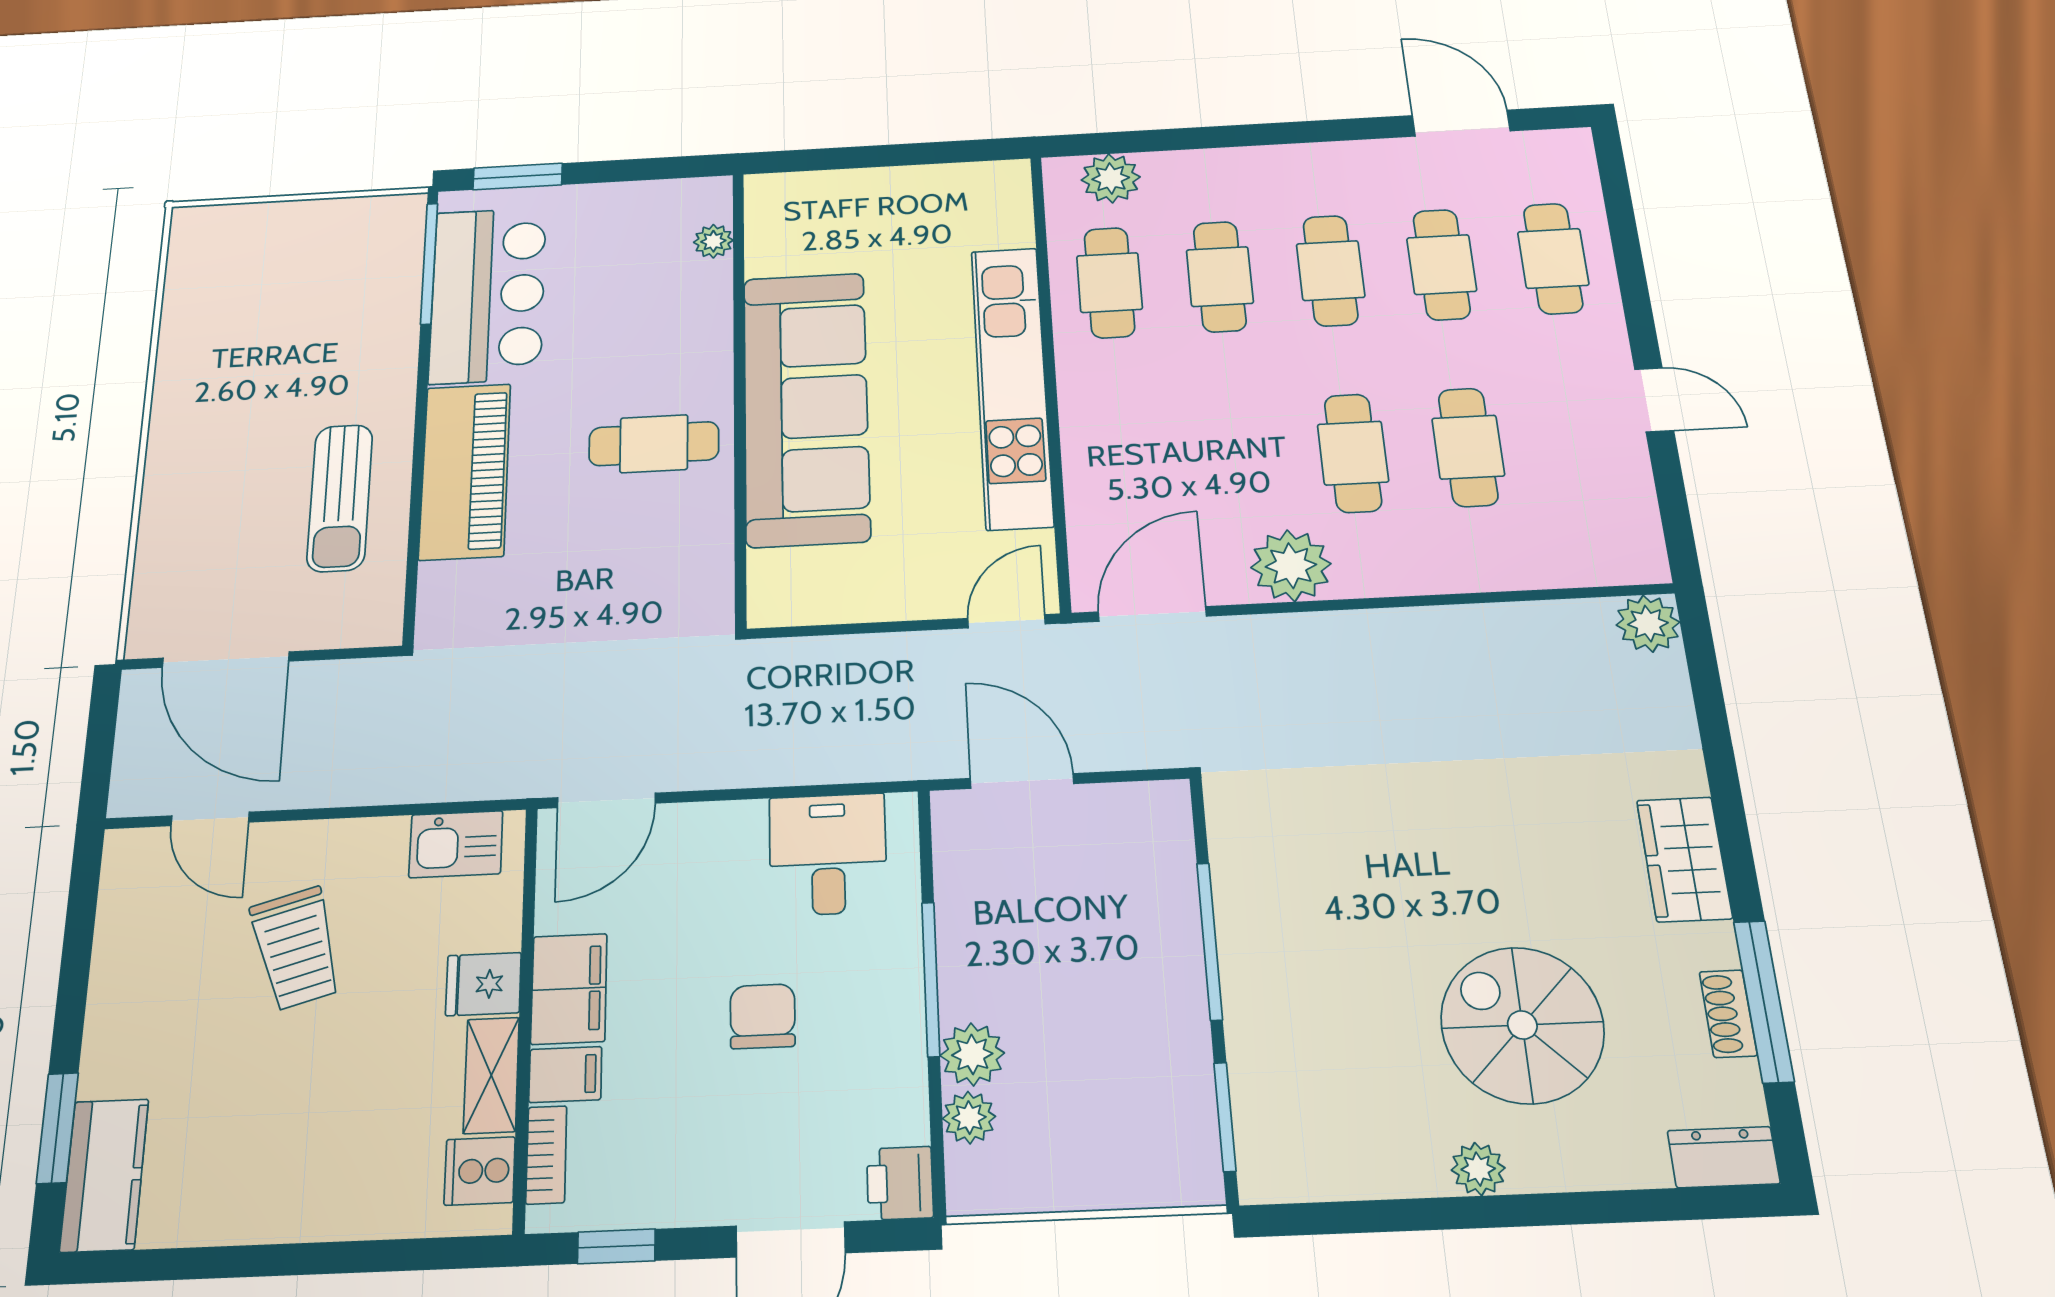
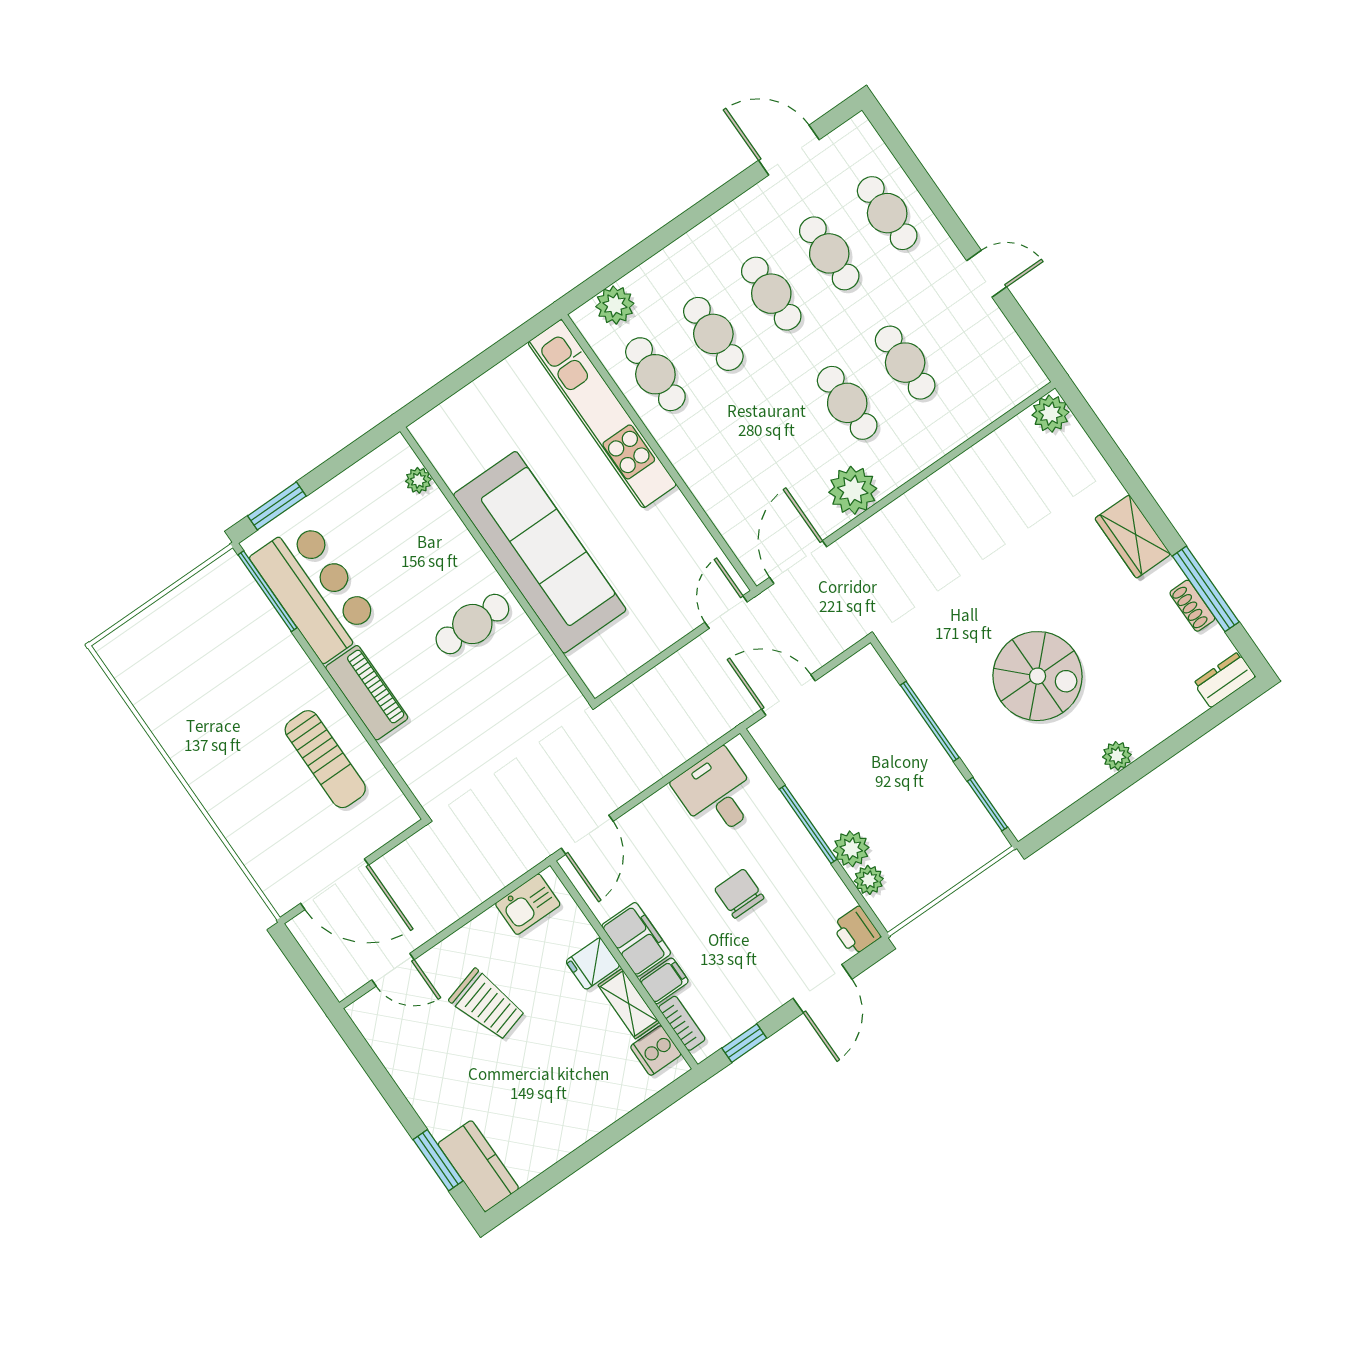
kitchen unit: (1012, 386) -> (602, 414), moved
piano: (465, 471) -> (367, 693), width x0.73, depth x0.75
spiral stairs: (1522, 1025) -> (1038, 676), moved, turned 180

